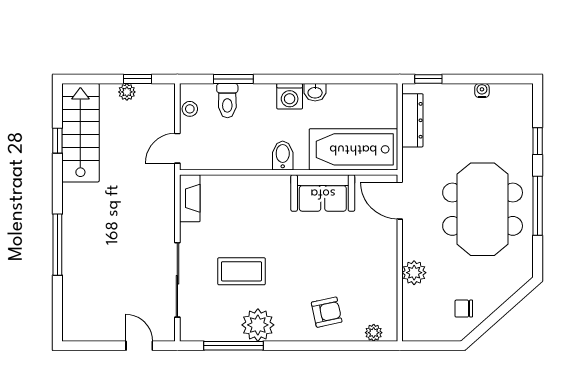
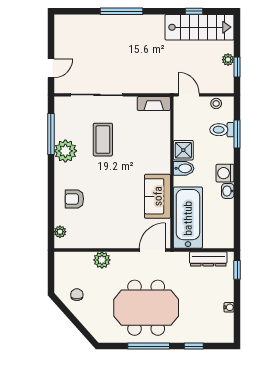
shower: (257, 156) -> (183, 150), added
armchair: (327, 312) -> (74, 199), turned 102

